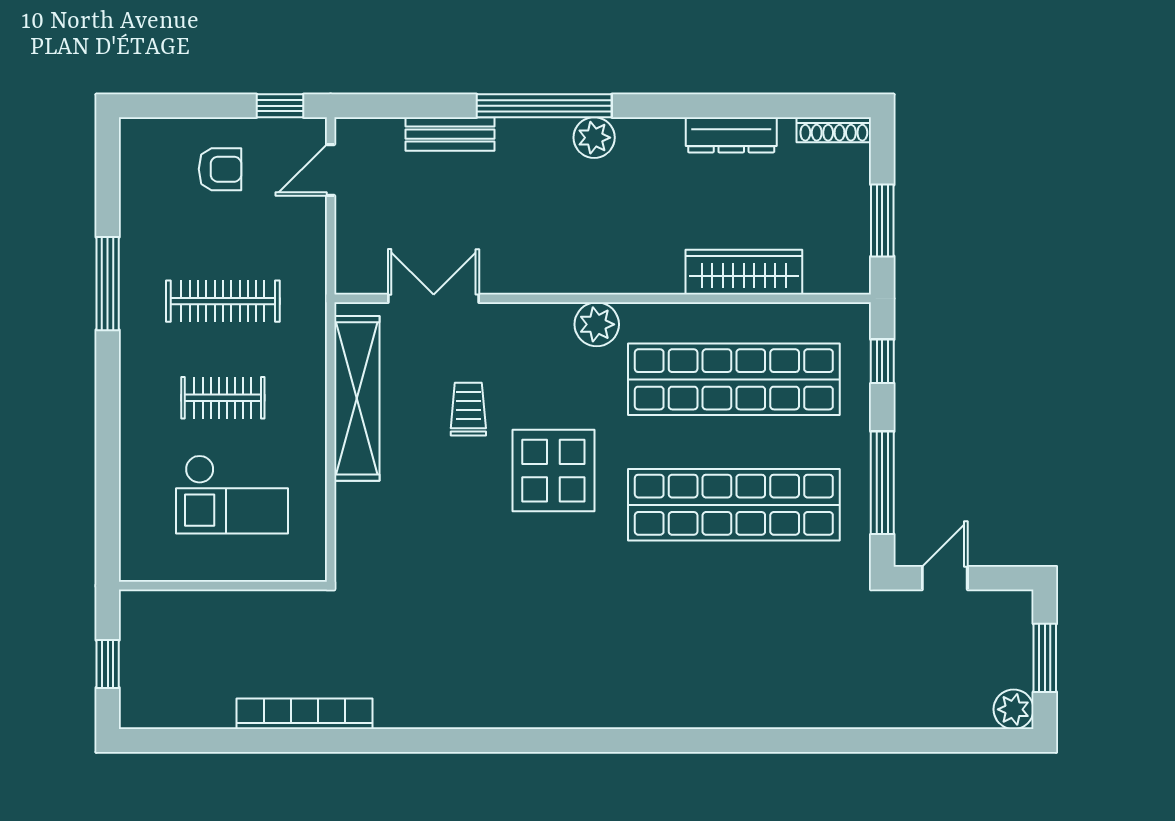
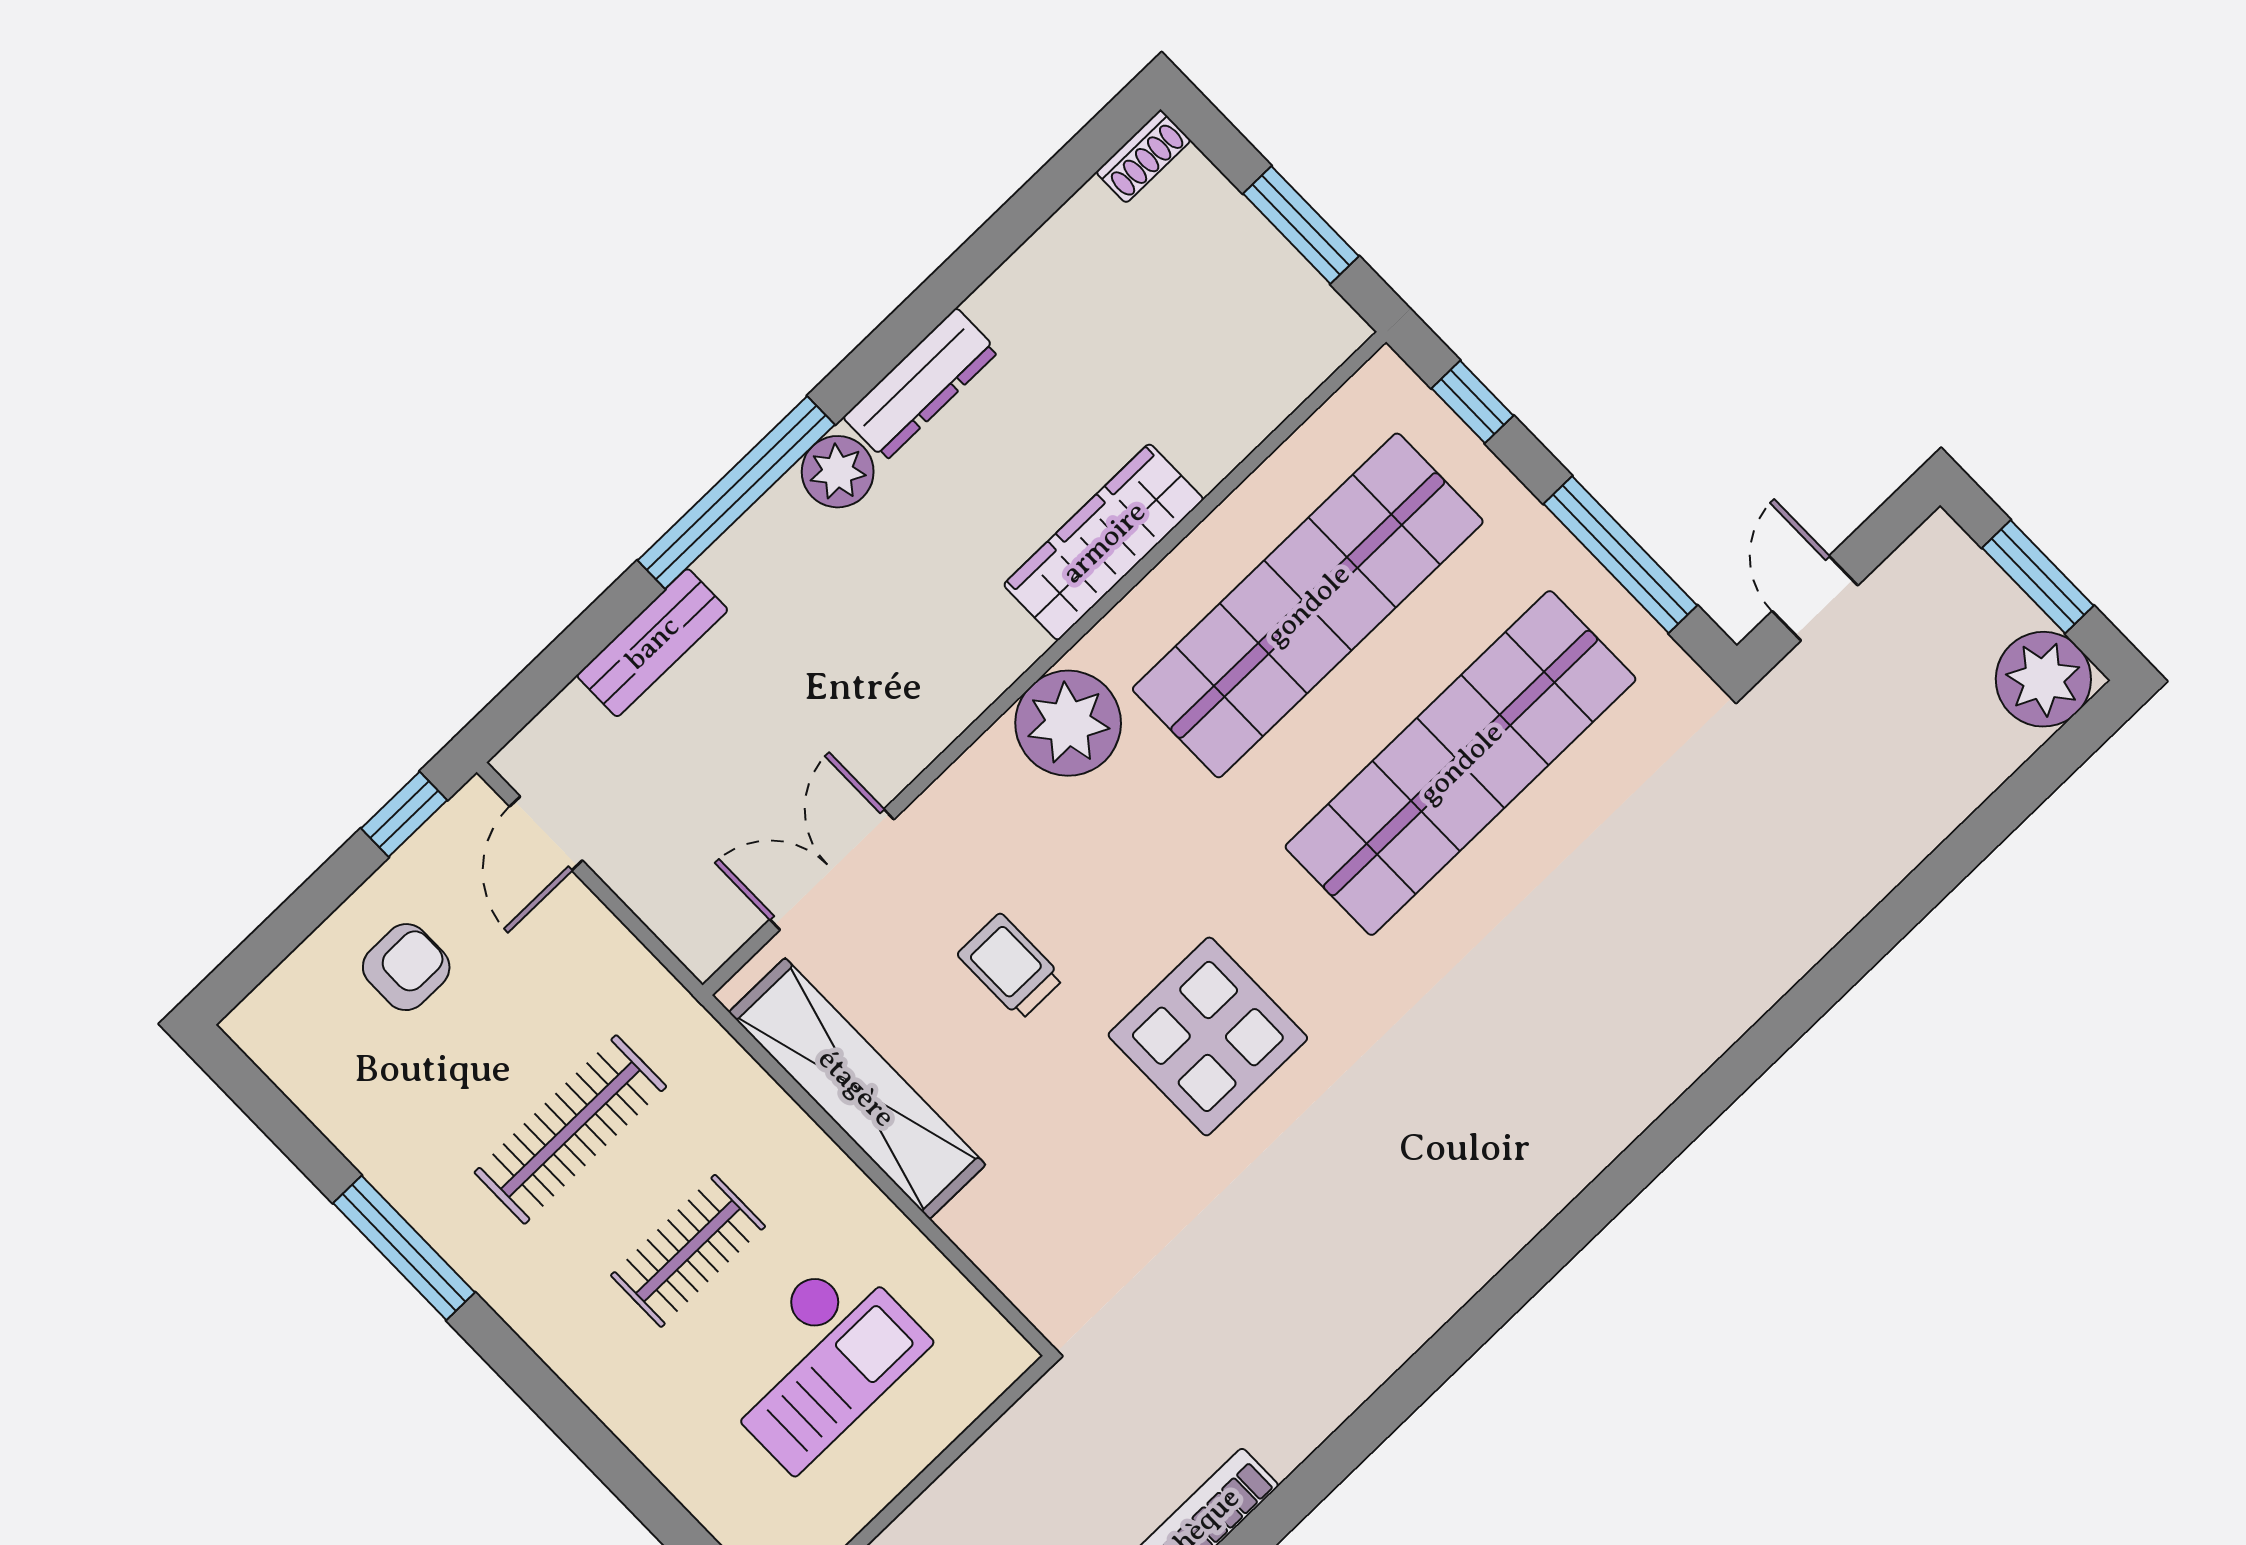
shoe rack: (834, 130) -> (1143, 156), width x0.70
dresser: (731, 135) -> (921, 384), moved
wardrobe: (744, 272) -> (1104, 542), moved
plant: (597, 324) -> (1068, 723), width x1.36, depth x1.36
display table: (553, 471) -> (1208, 1036), moved
plant: (1014, 709) -> (2043, 679), width x1.36, depth x1.36

